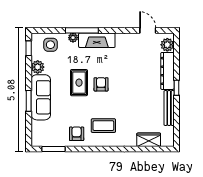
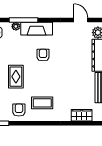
rug: (79, 83) -> (16, 77), moved
armchair: (101, 84) -> (43, 55), moved

